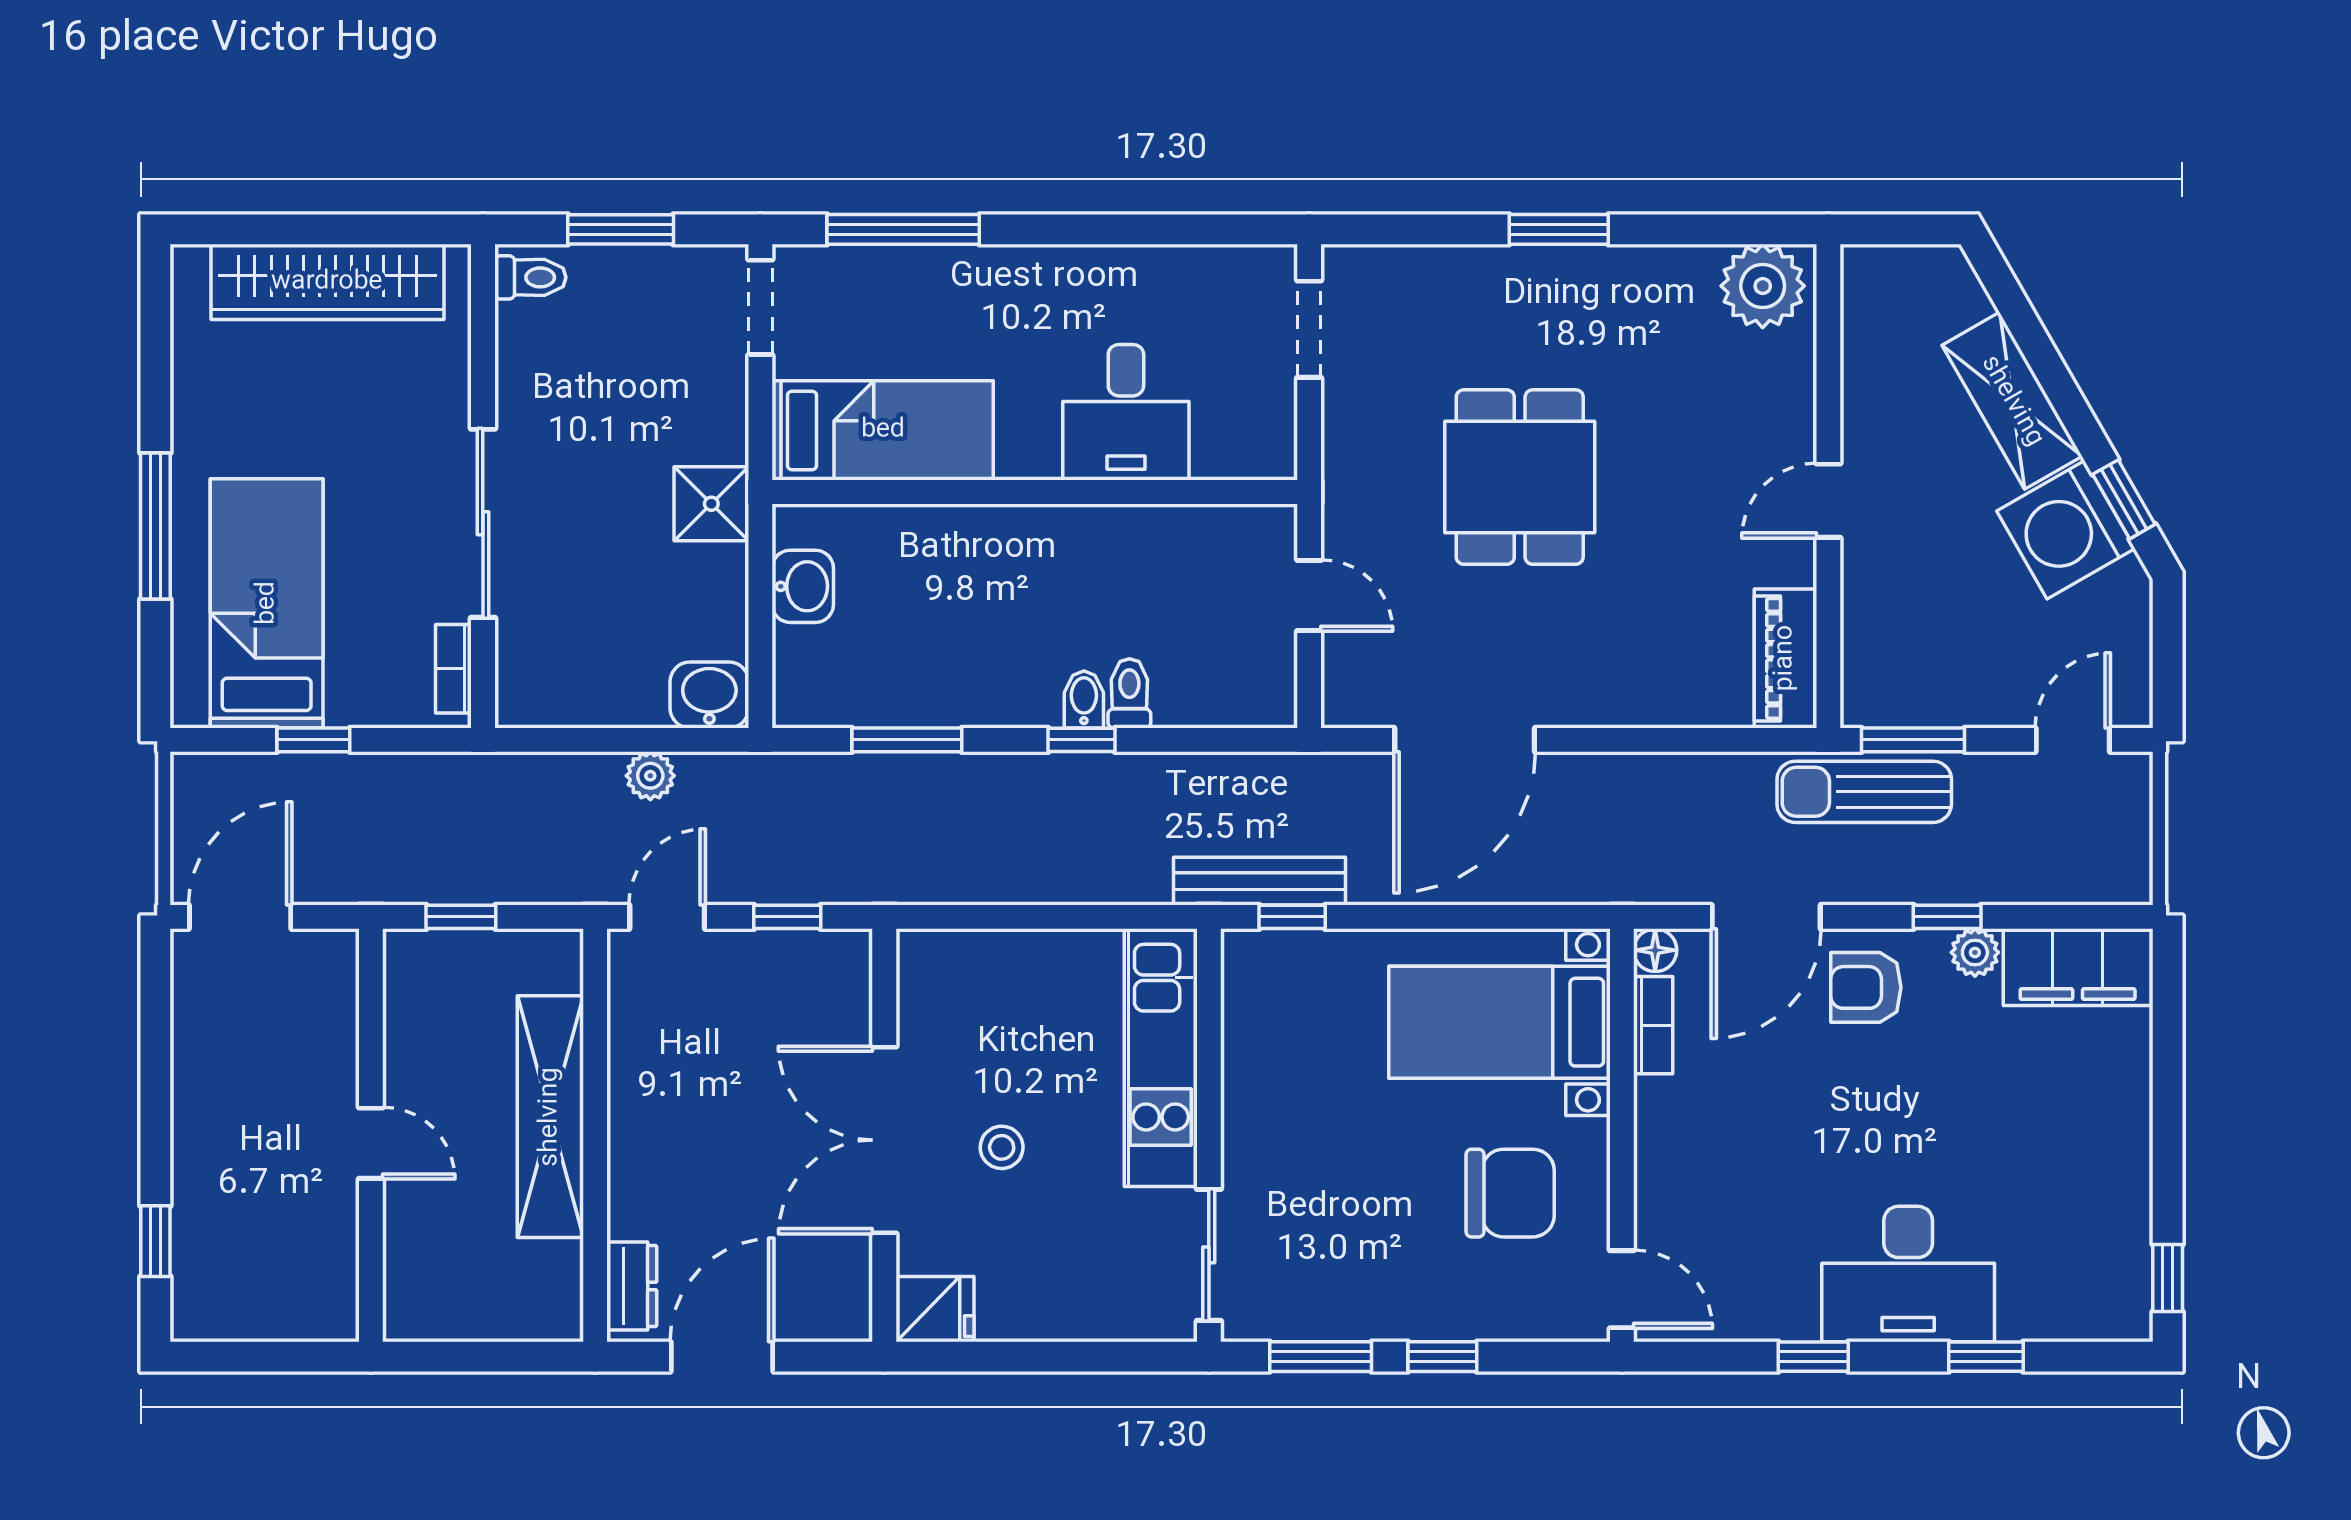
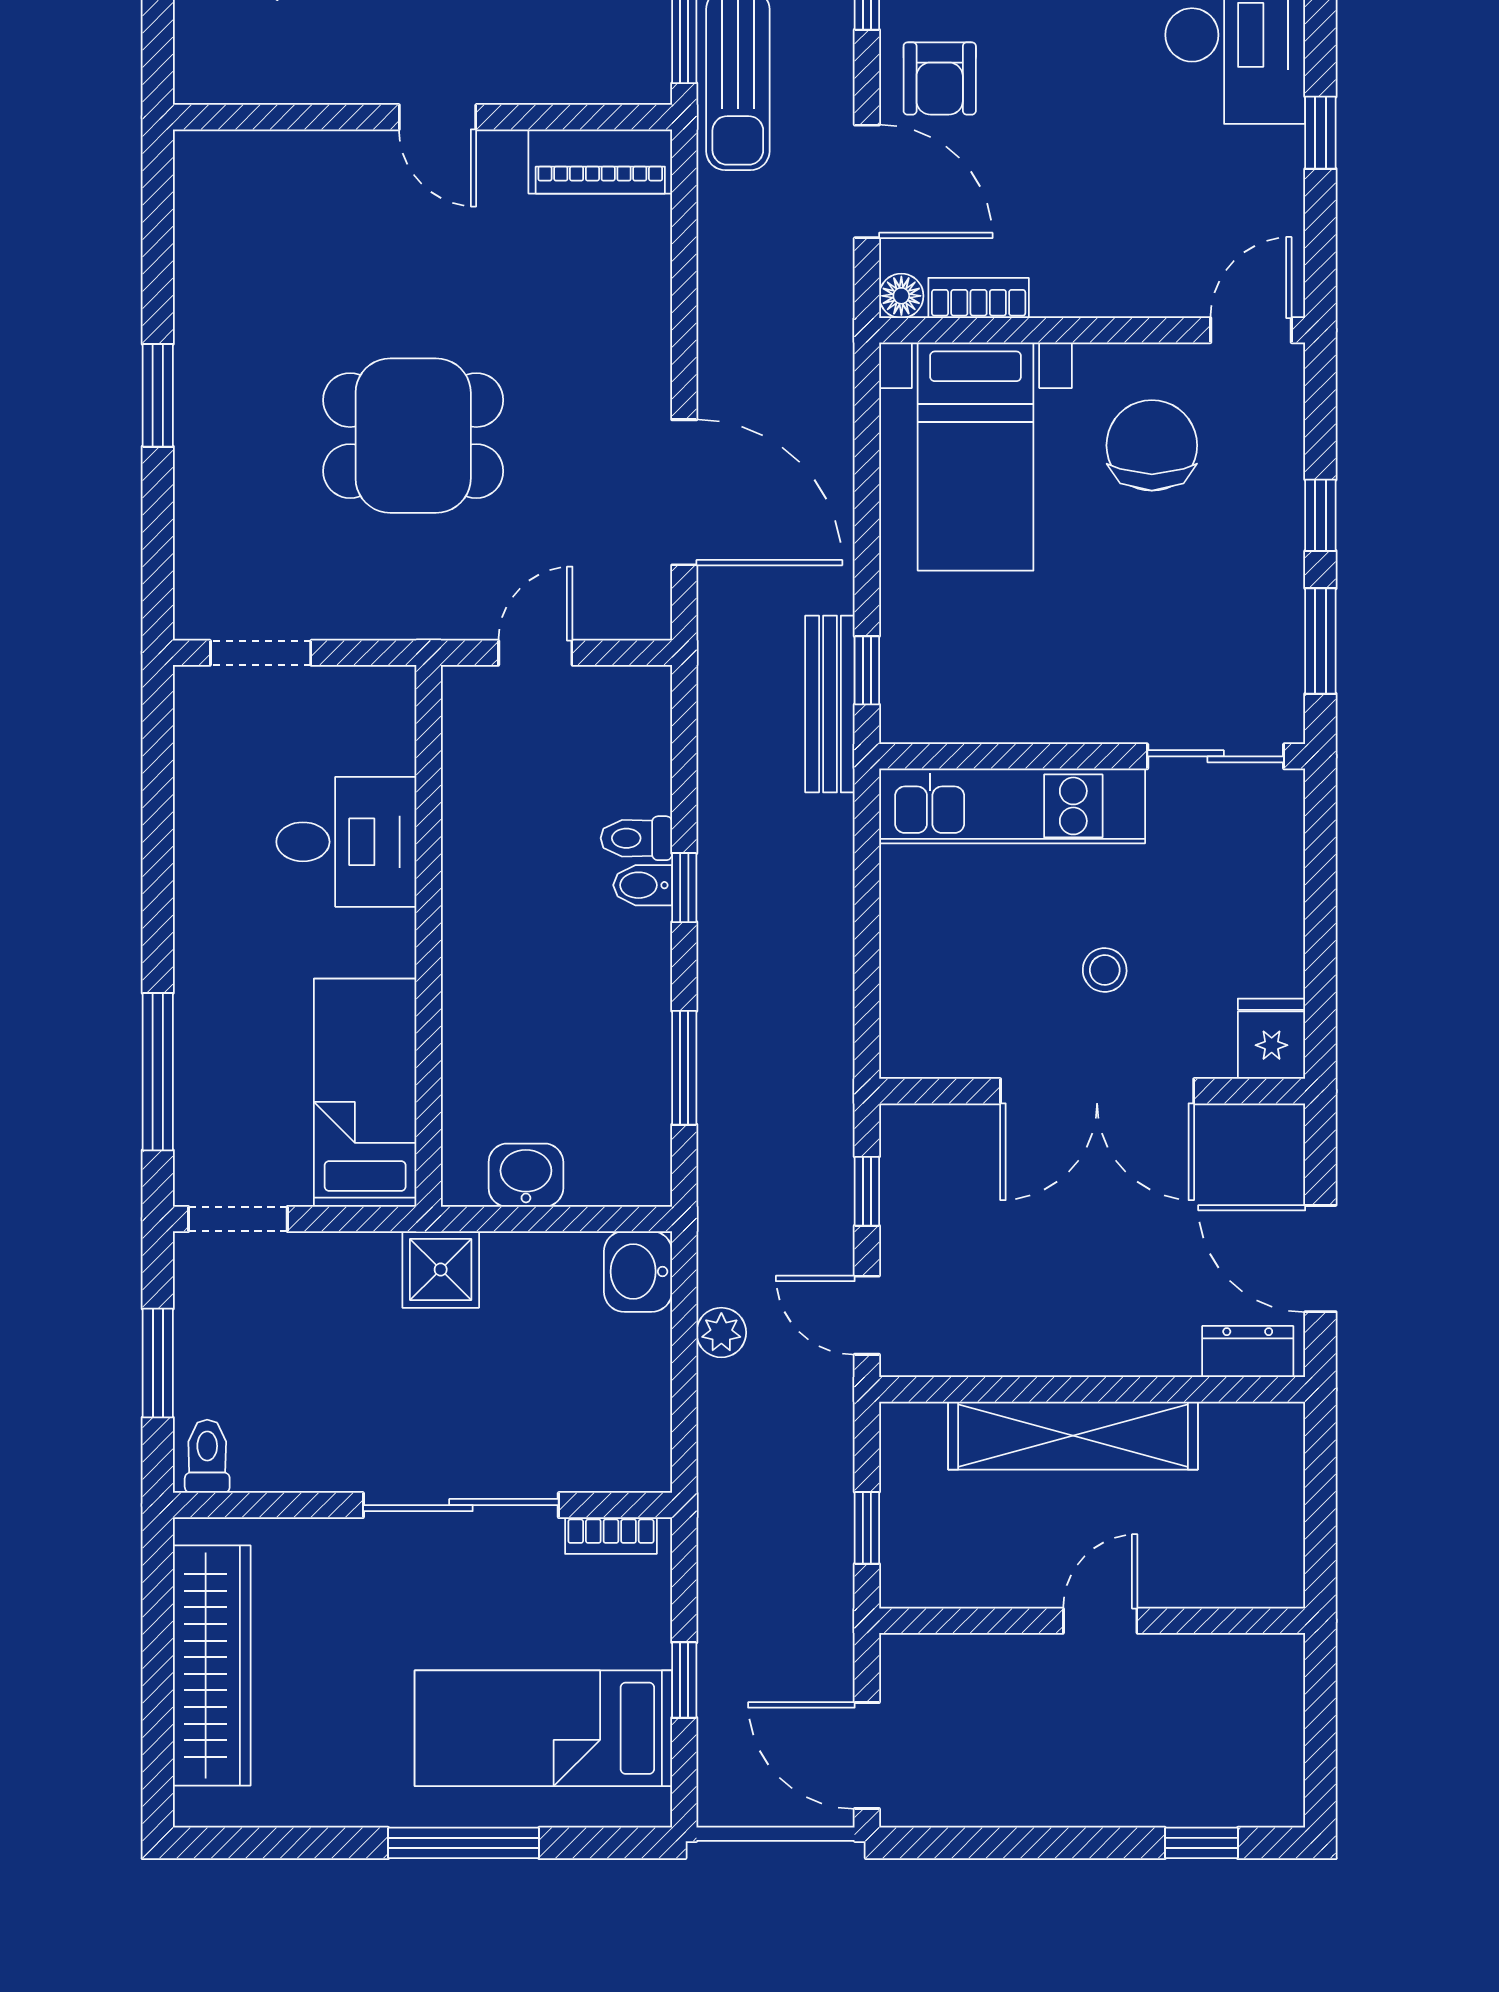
plant: (1763, 286) -> (216, 185), removed

